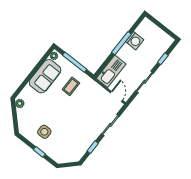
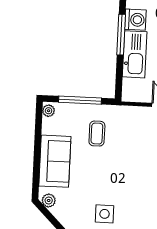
kitchen sink: (111, 71) -> (135, 54), moved
sofa: (45, 76) -> (55, 161), moved

